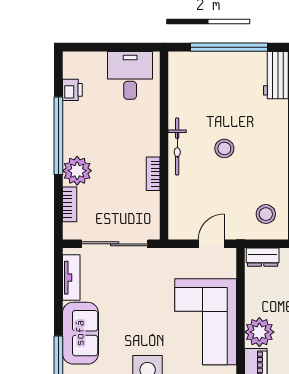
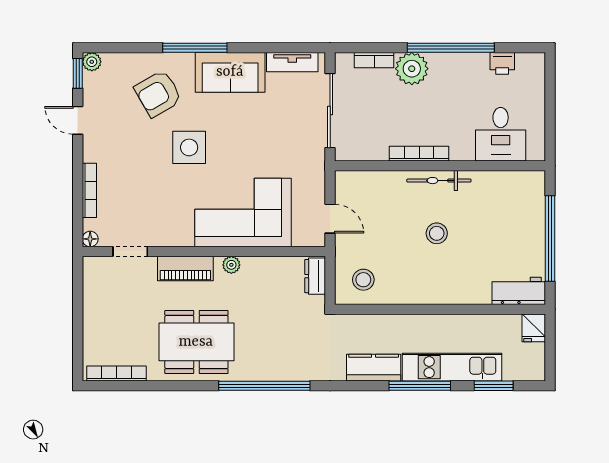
desk: (130, 75) -> (501, 134), moved, turned 90
bookcase: (153, 174) -> (419, 154), width x1.56
plant: (259, 332) -> (231, 265), width x0.53, depth x0.53

